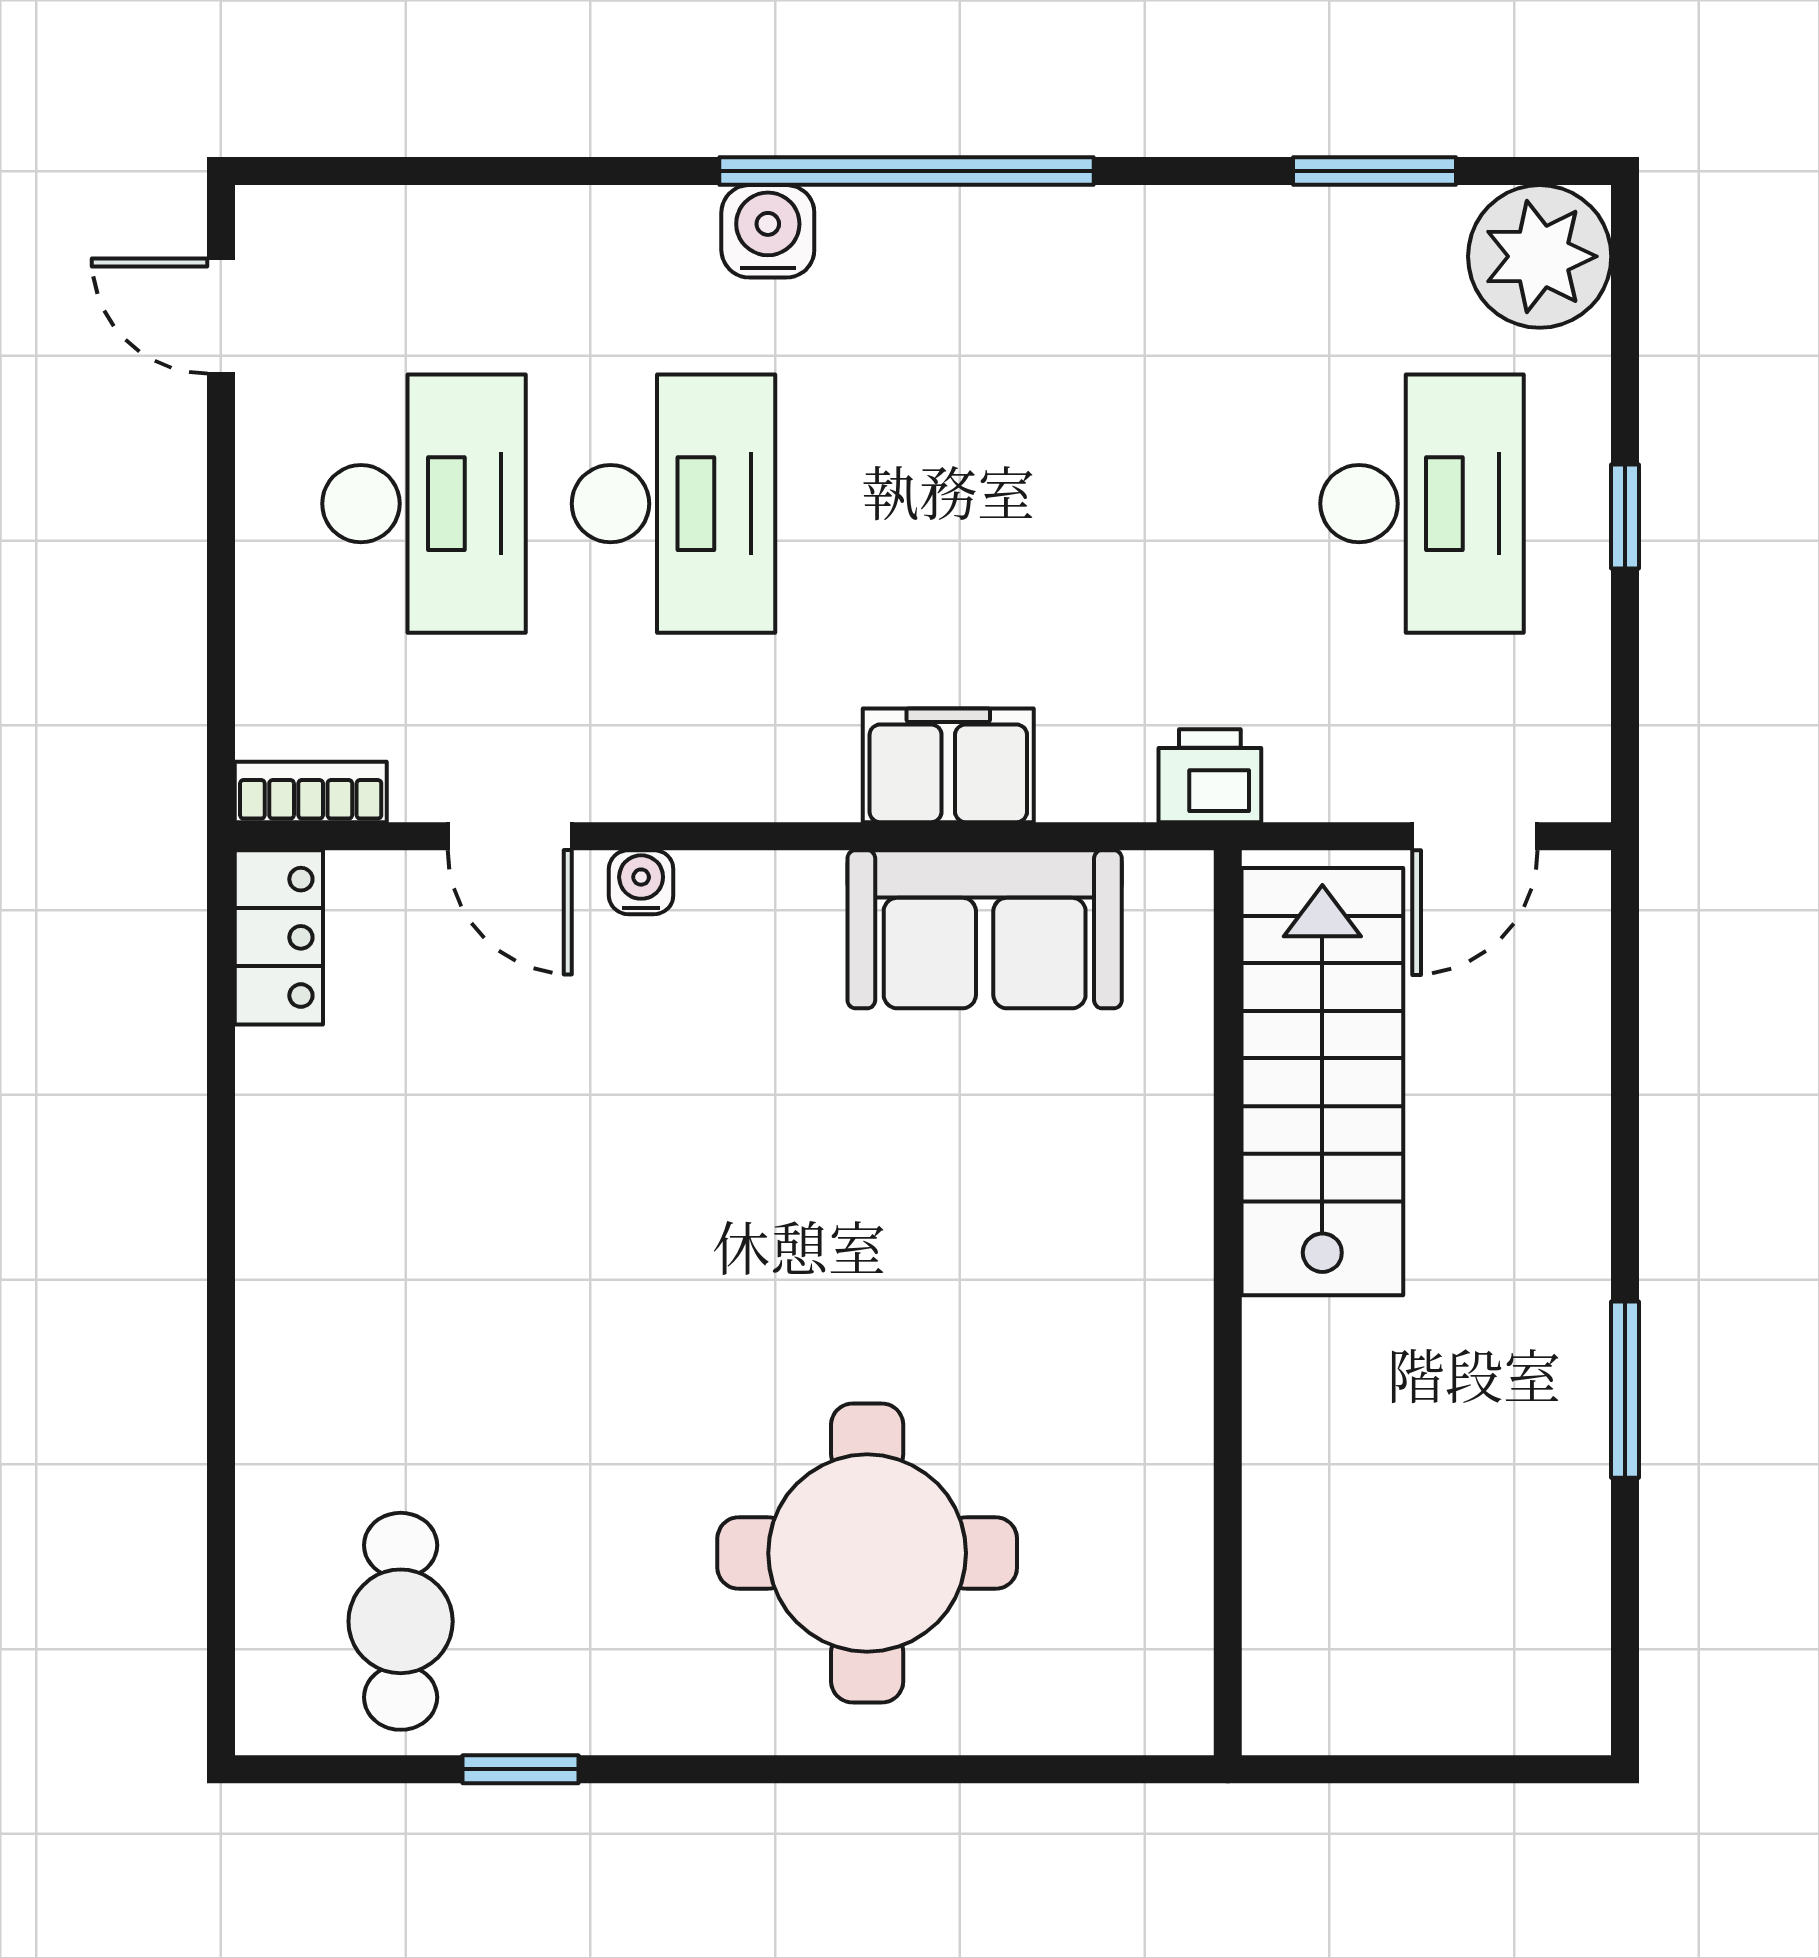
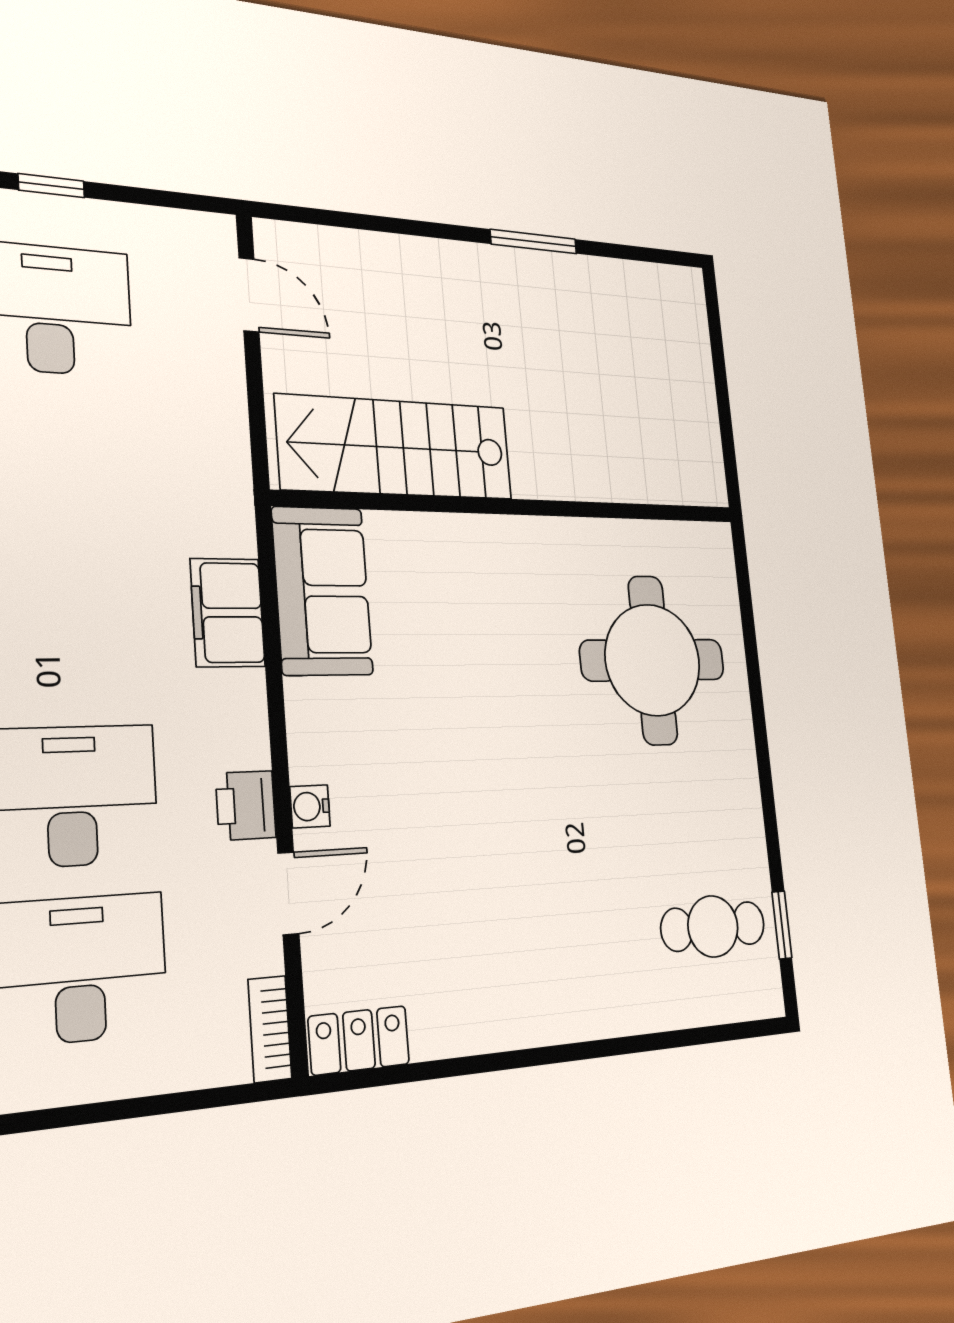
printer: (1210, 776) -> (246, 805), moved
stairs: (1322, 1082) -> (396, 447), moved
wall: (1228, 1303) -> (516, 507), moved
window: (521, 1769) -> (782, 925), moved

